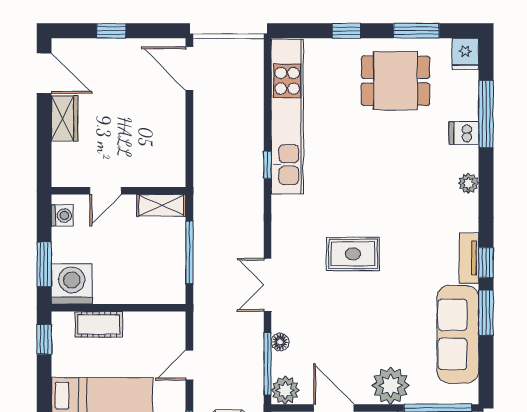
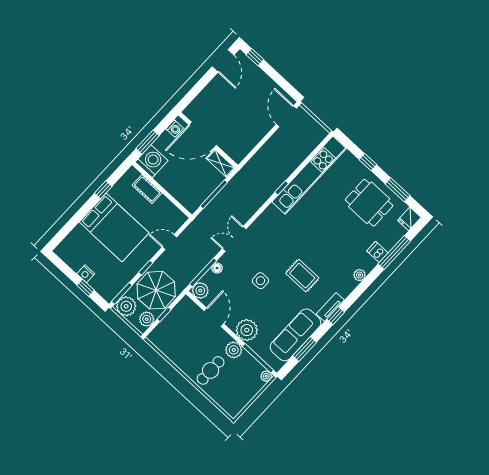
window: (111, 31) -> (255, 57), moved
wardrobe: (65, 118) -> (214, 88), removed
door: (106, 191) -> (203, 135), width x1.88
rug: (353, 254) -> (302, 276), moved
side table: (350, 307) -> (260, 281), added
window: (486, 313) -> (305, 349), moved
window: (44, 339) -> (103, 190), moved

